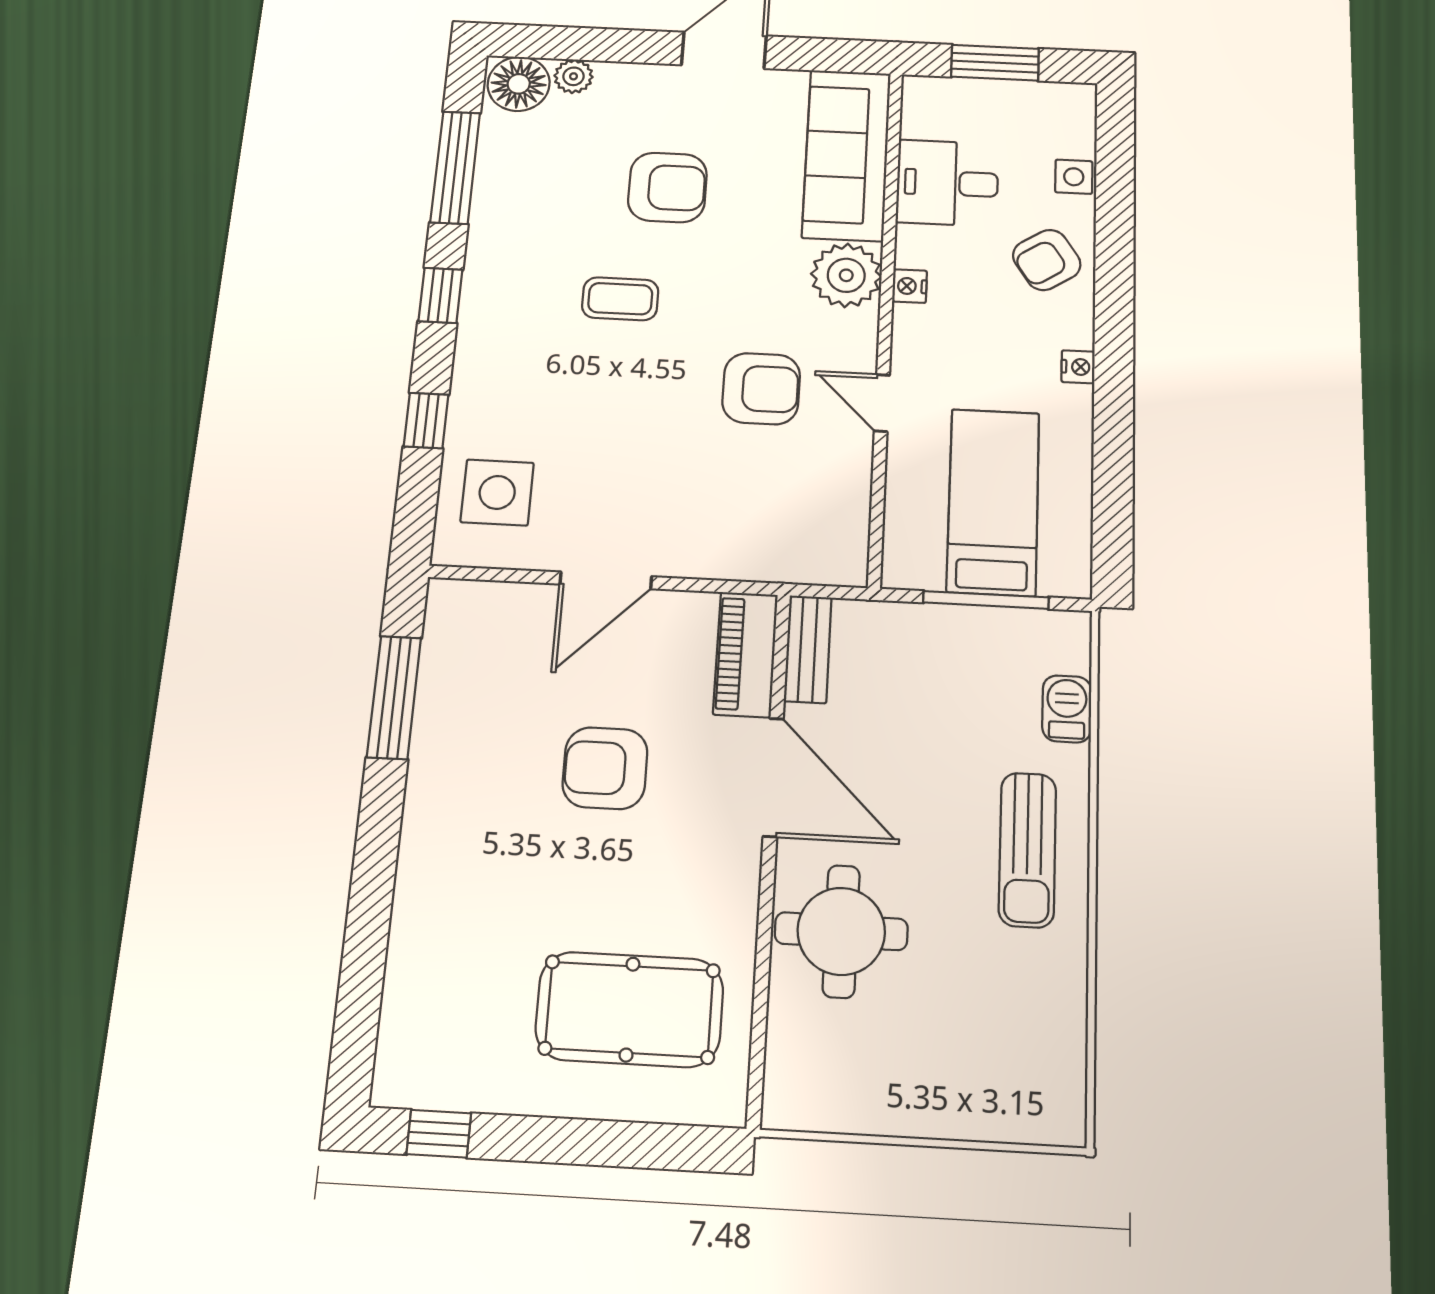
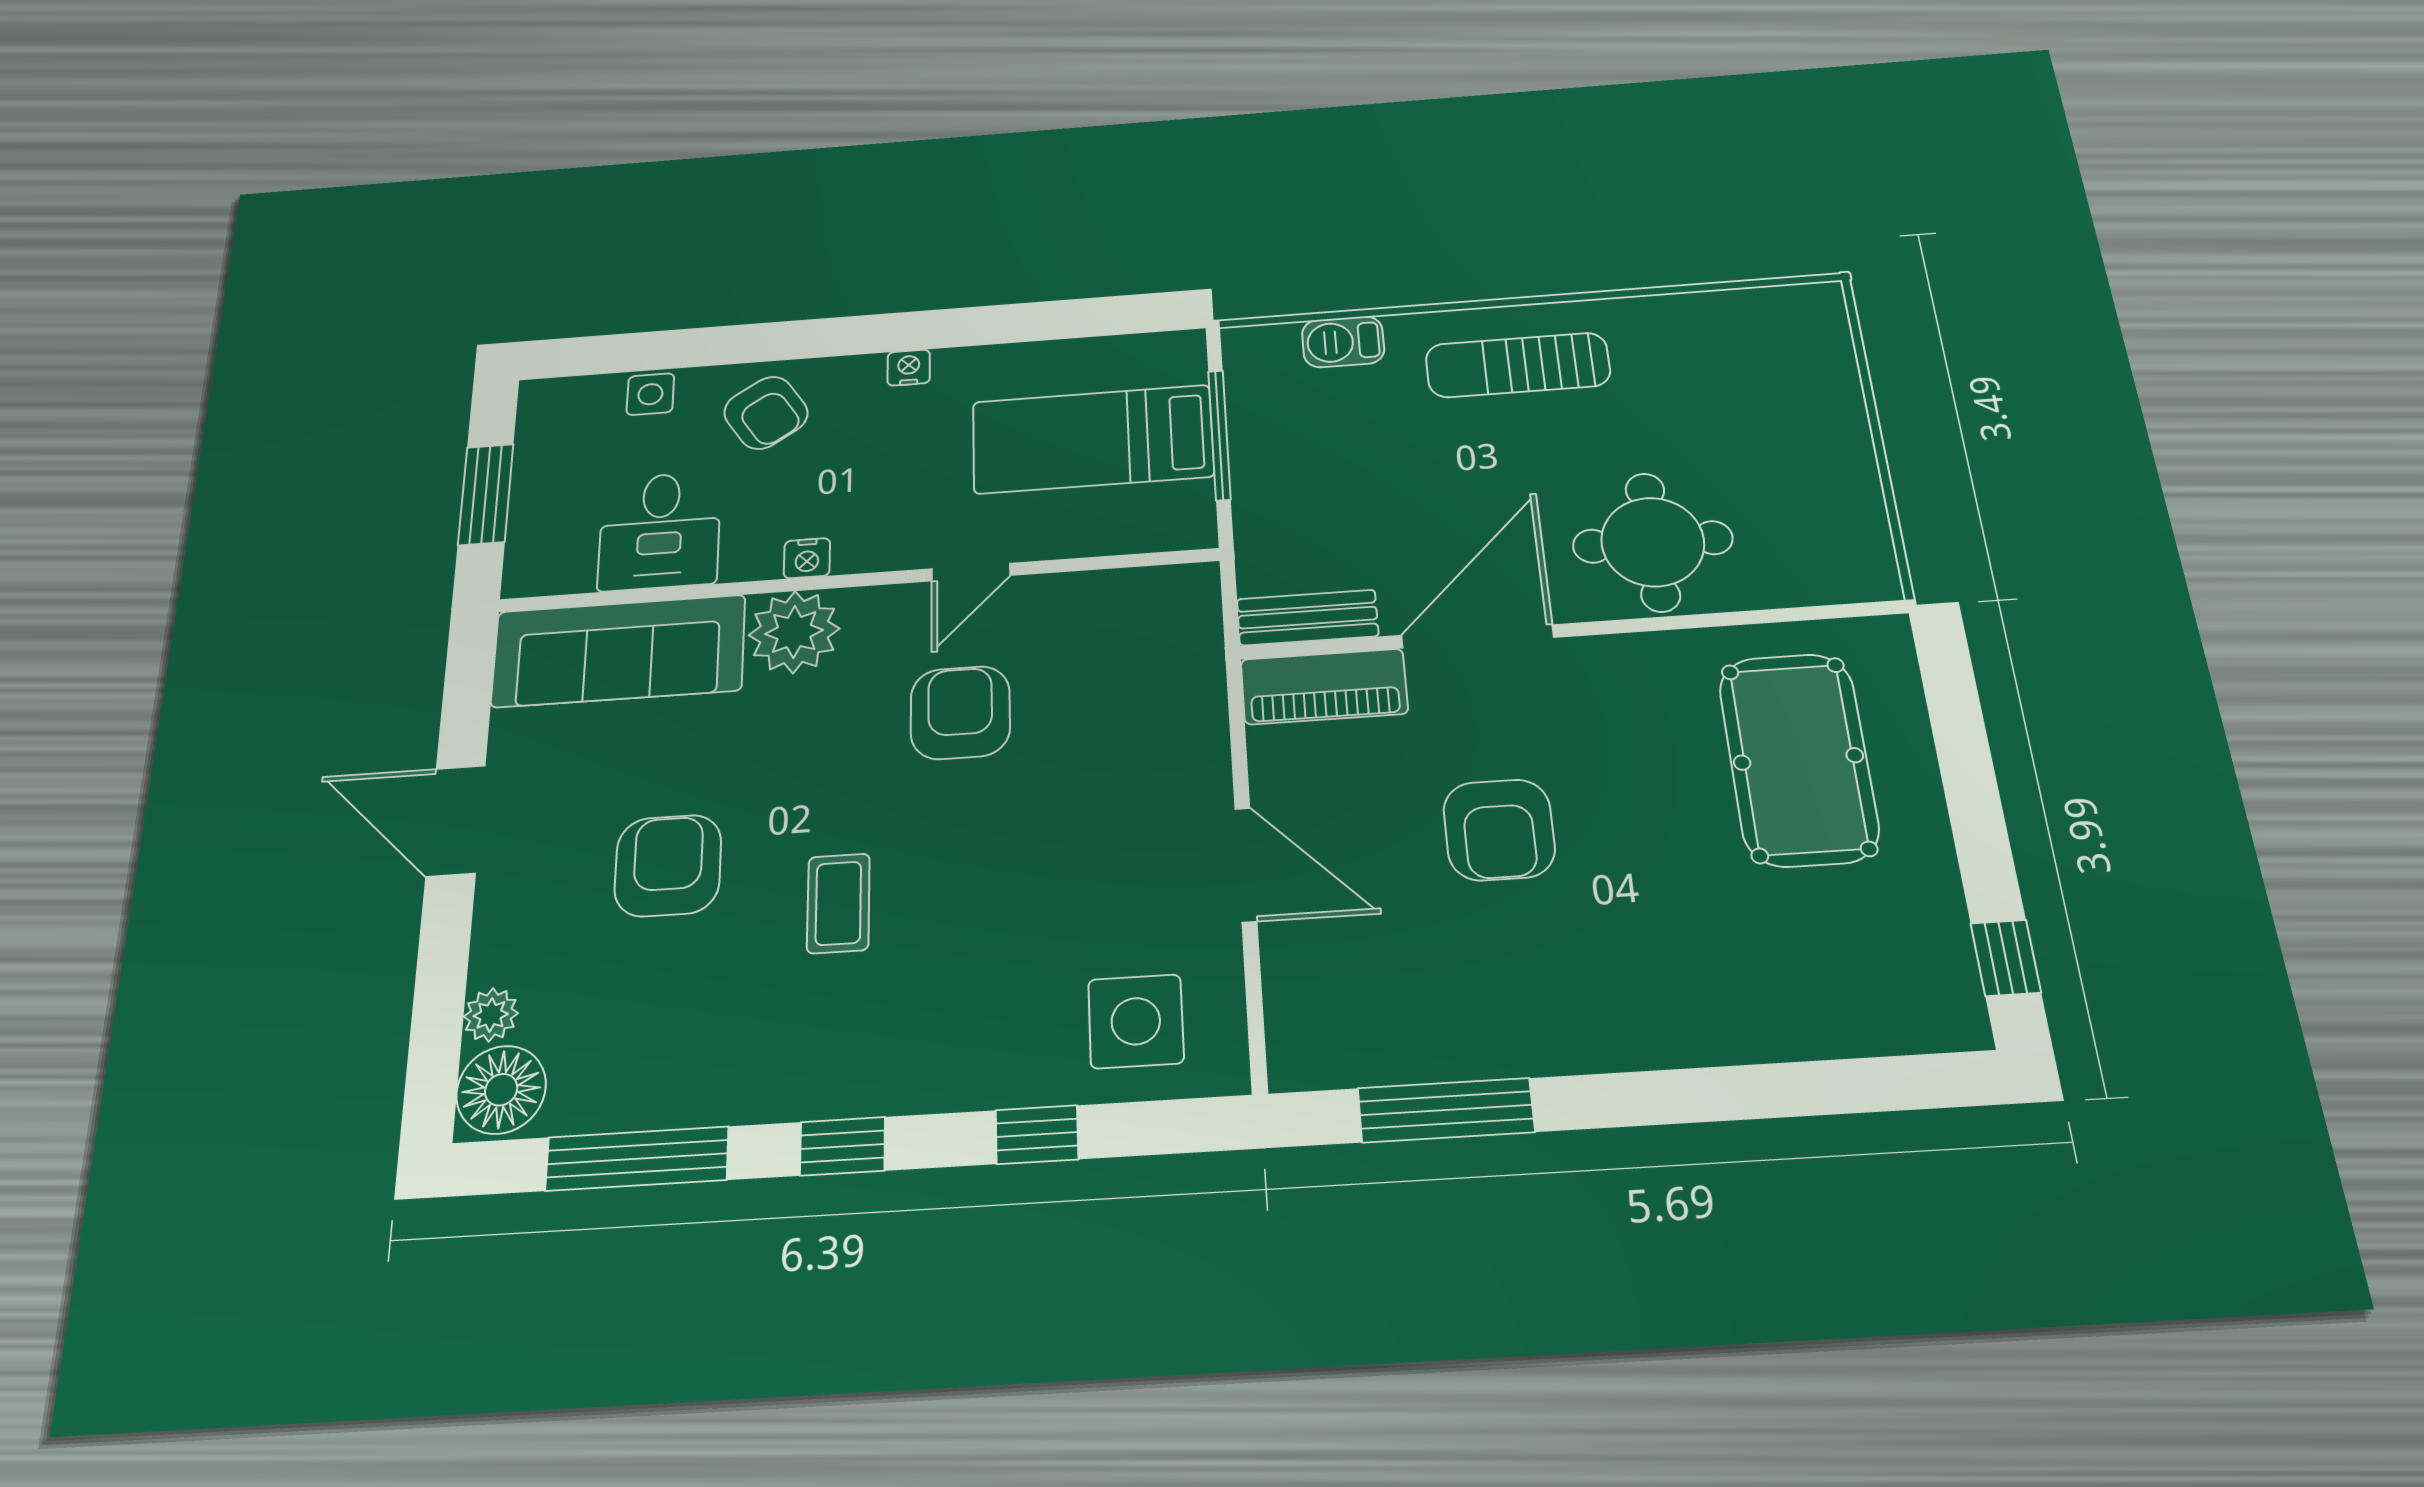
sun lounger: (1027, 850) -> (1518, 365), turned 180

